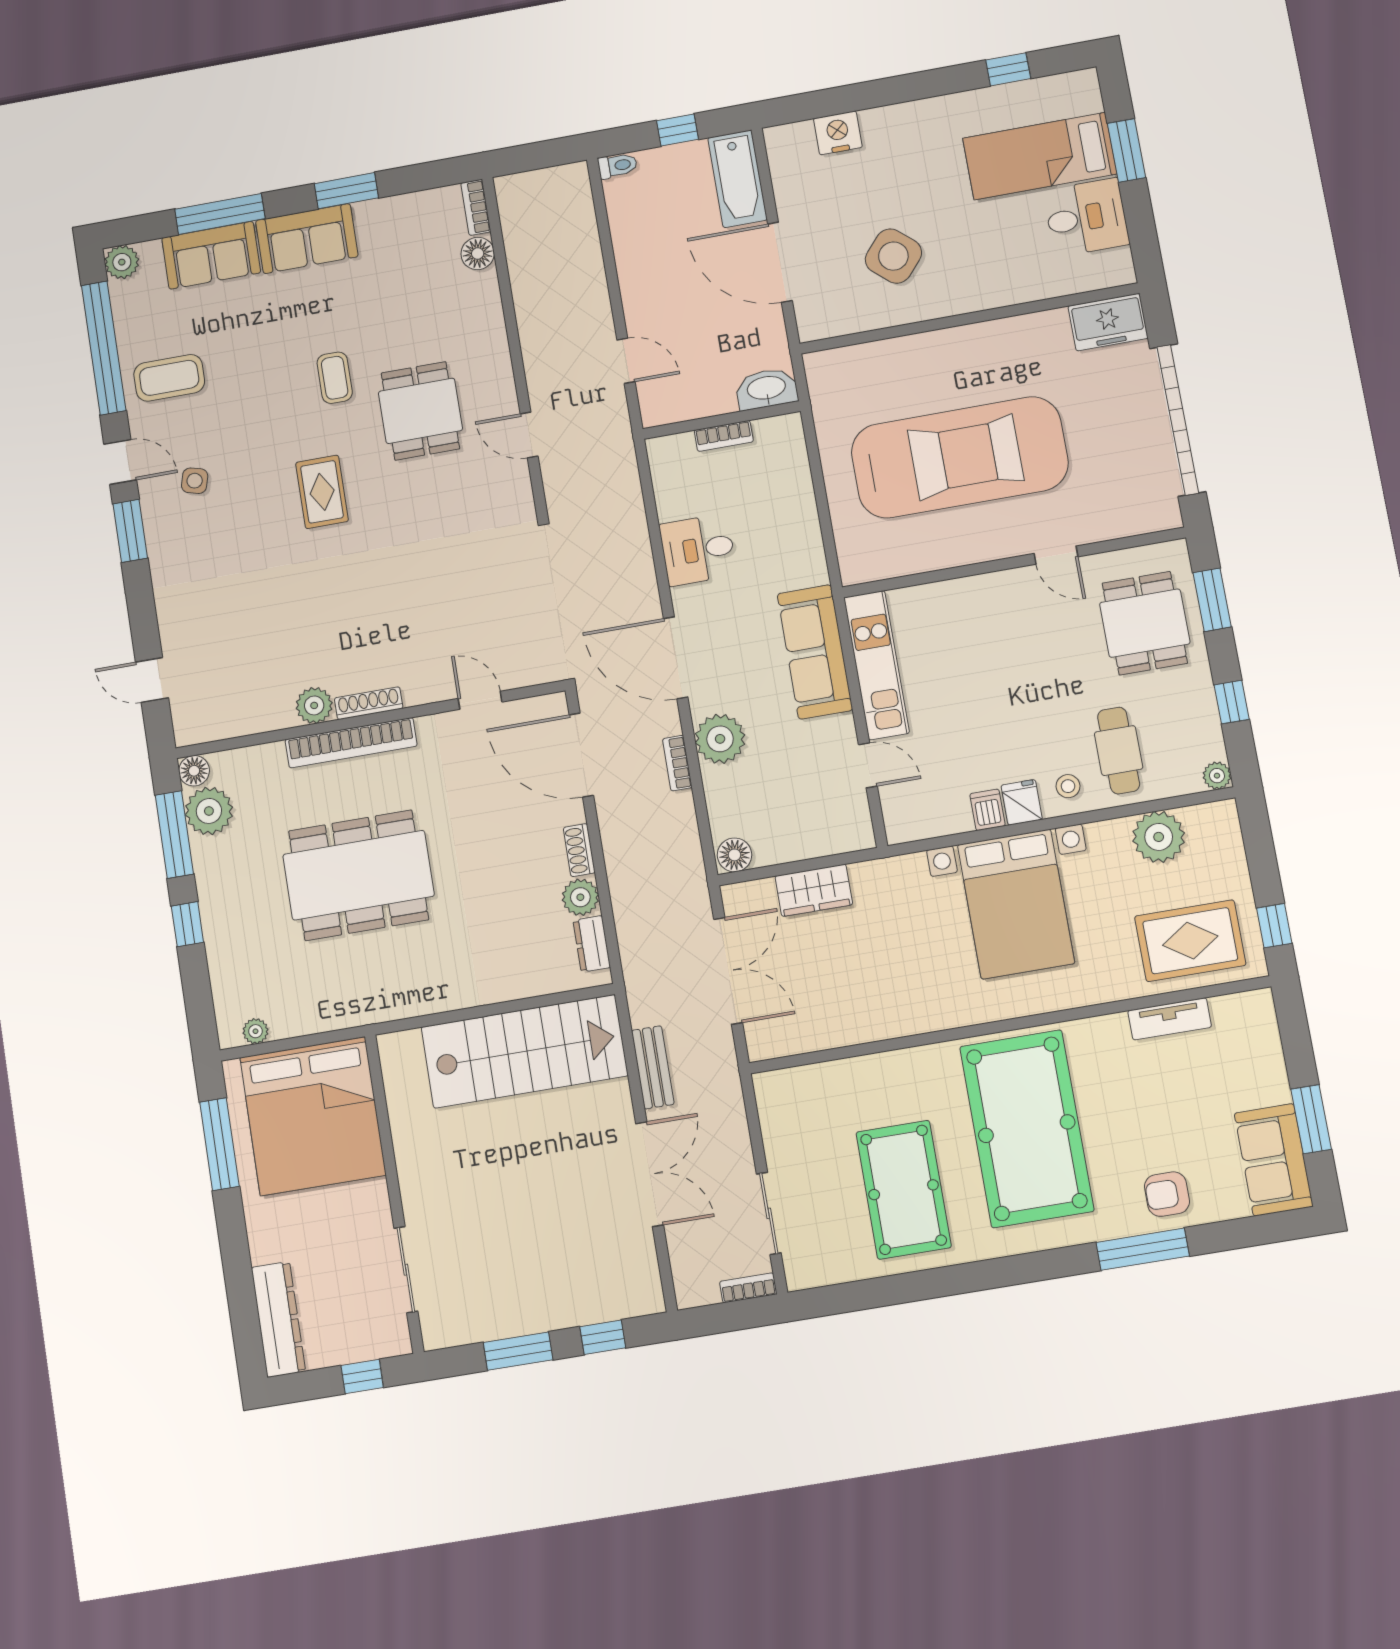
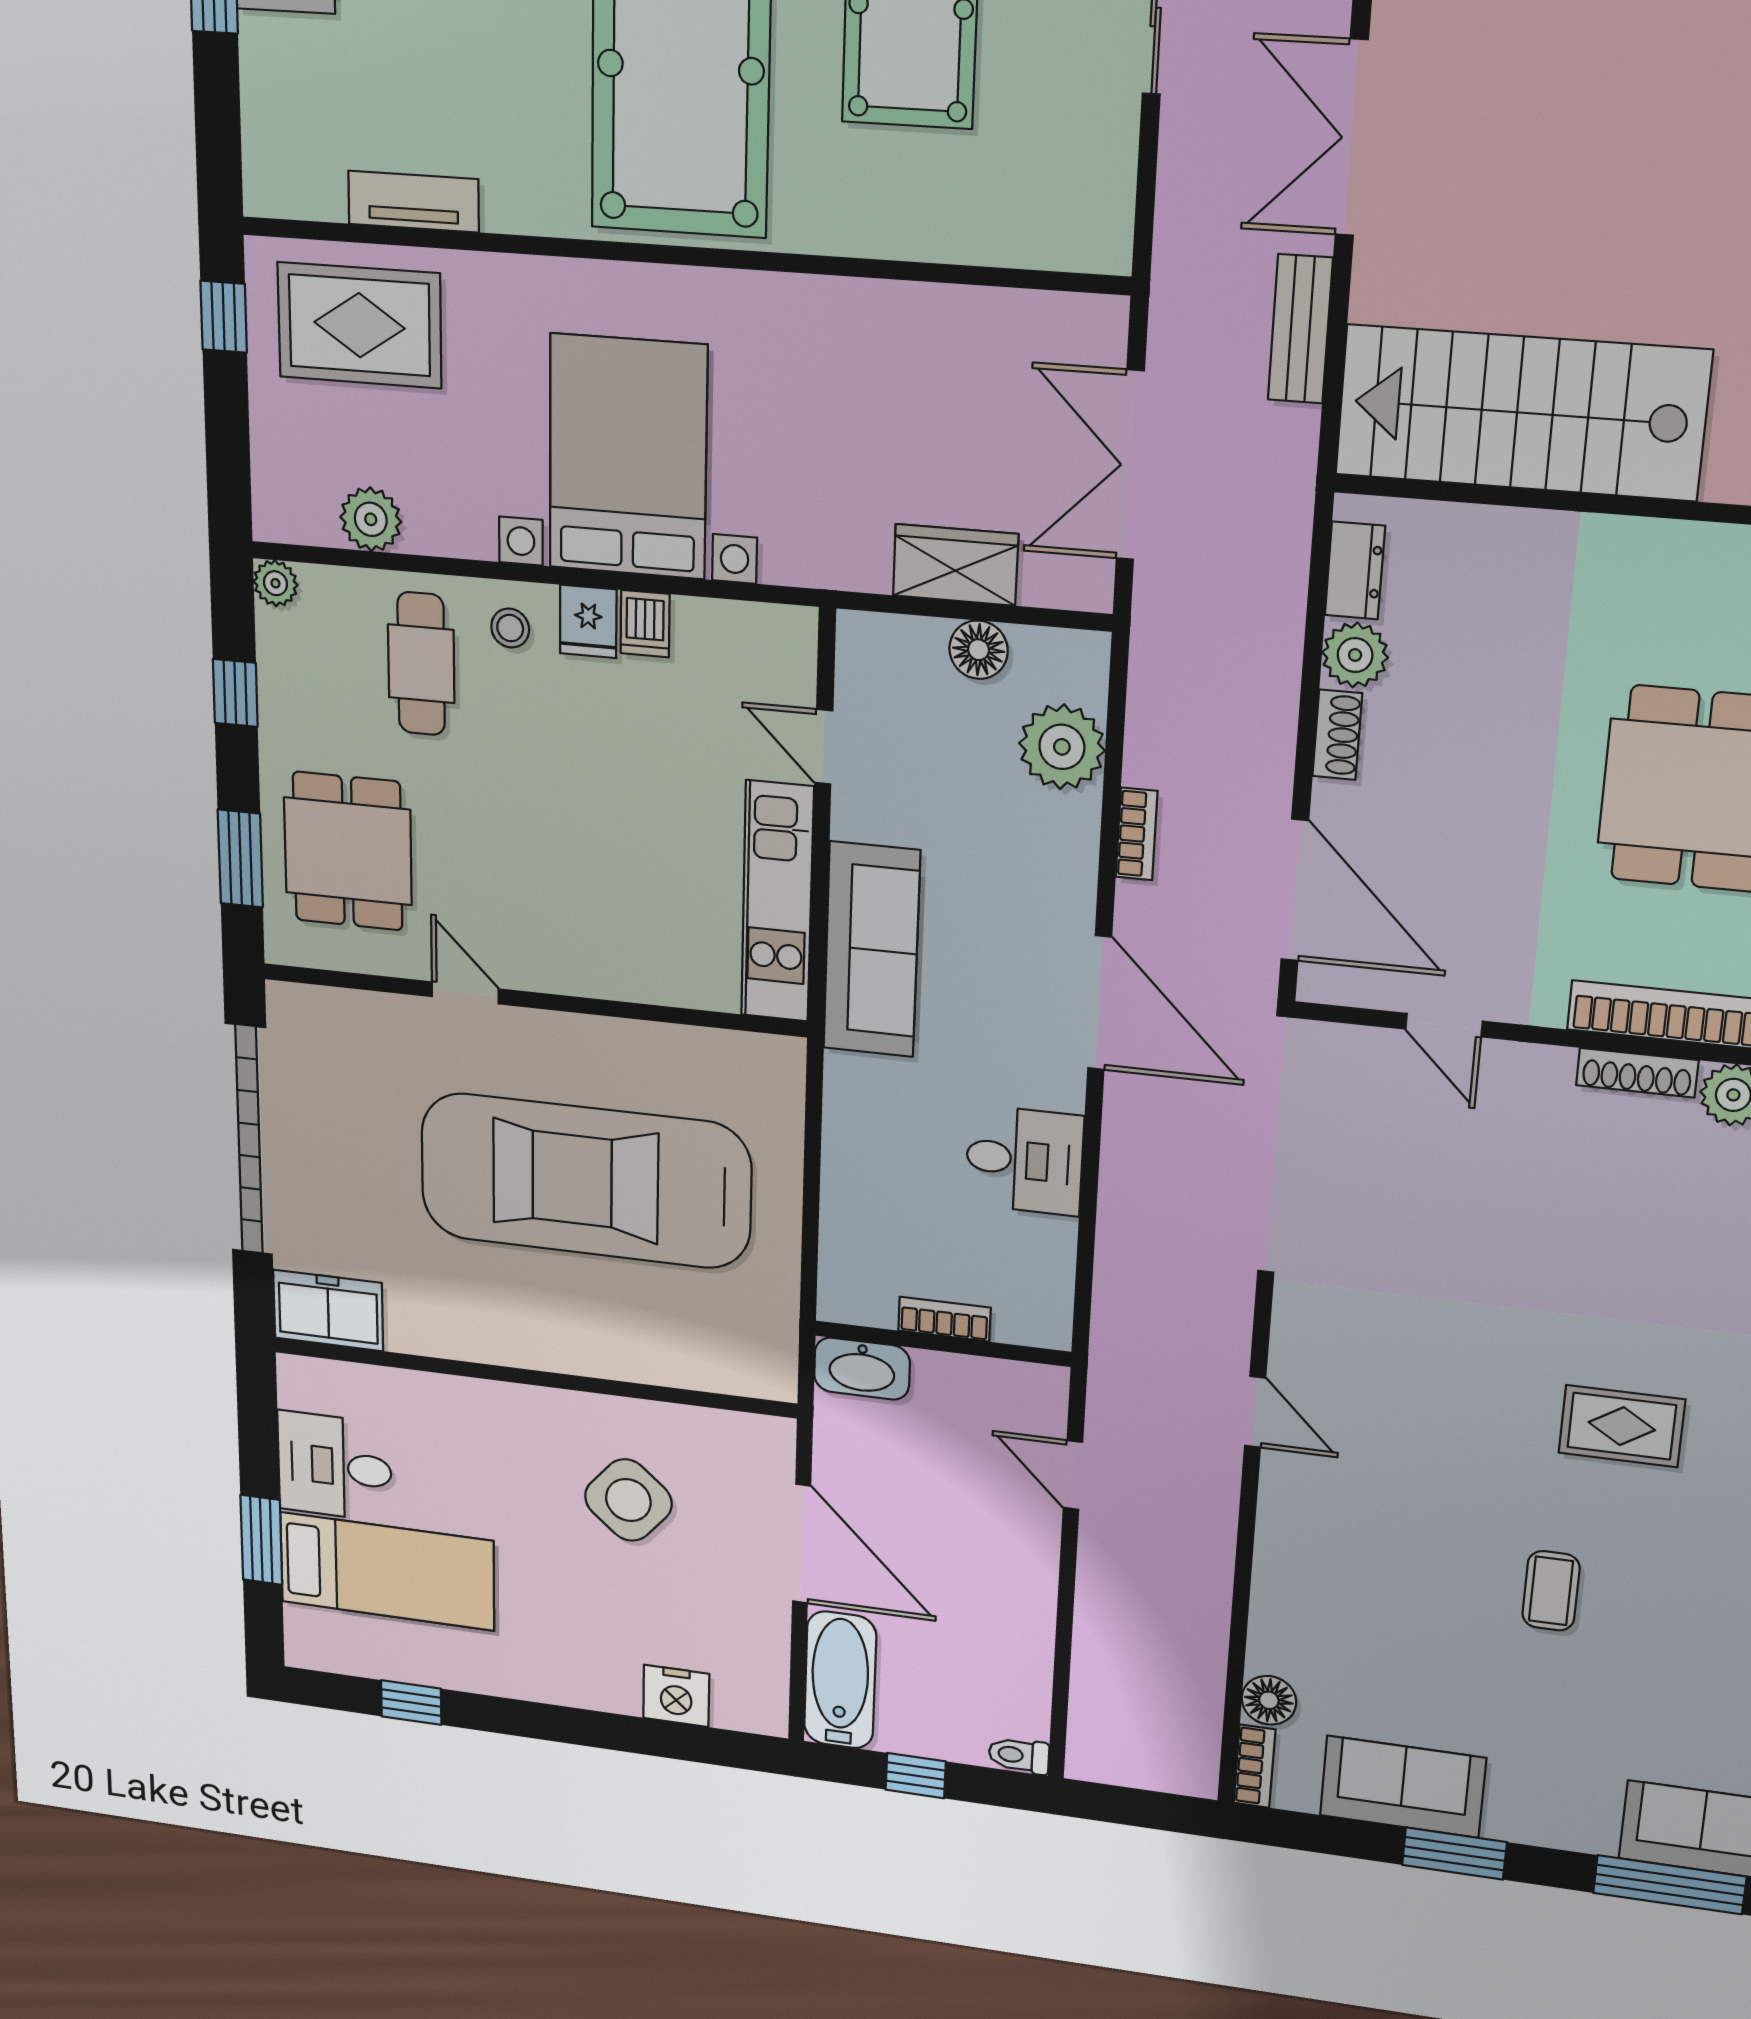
sofa: (307, 239) -> (1403, 1787), moved
dining table: (420, 411) -> (1423, 1500), removed
rug: (322, 492) -> (1622, 1426), turned 90
plant: (720, 739) -> (1062, 747), moved
plant: (1159, 837) -> (371, 519), width x0.73, depth x0.73
floor lamp: (734, 855) -> (979, 650), moved

